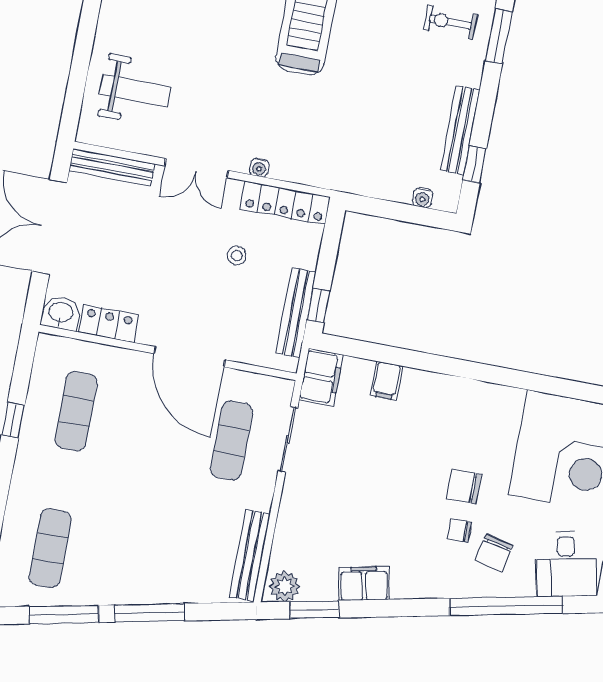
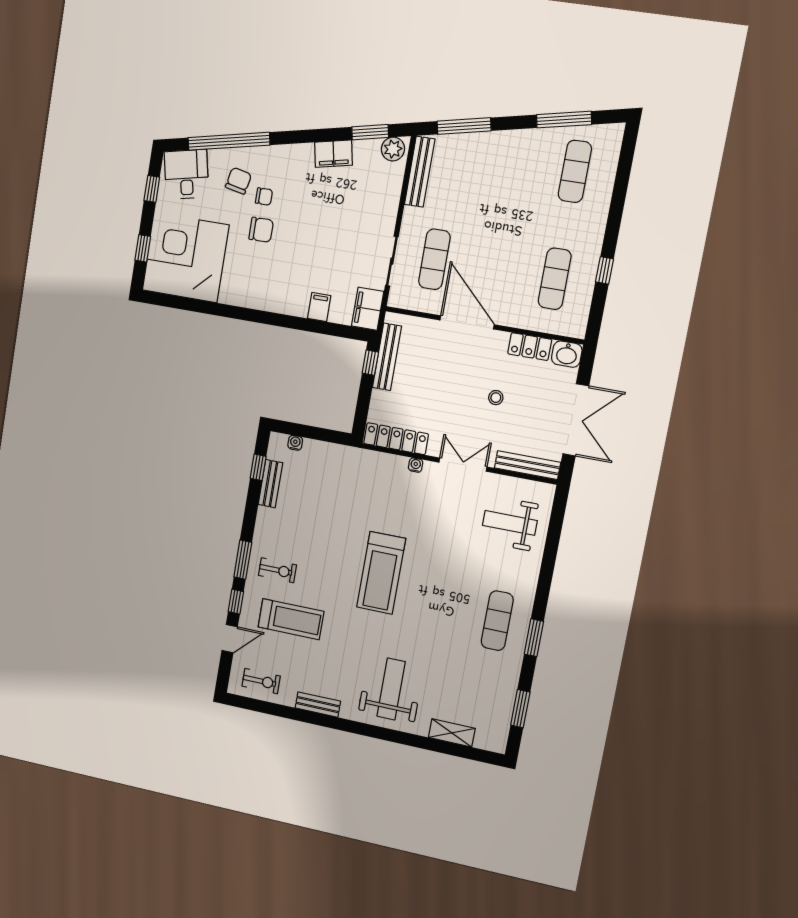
bench: (460, 130) -> (270, 484), width x0.73
stool: (237, 256) -> (496, 398), moved
window: (149, 613) -> (464, 126), moved

